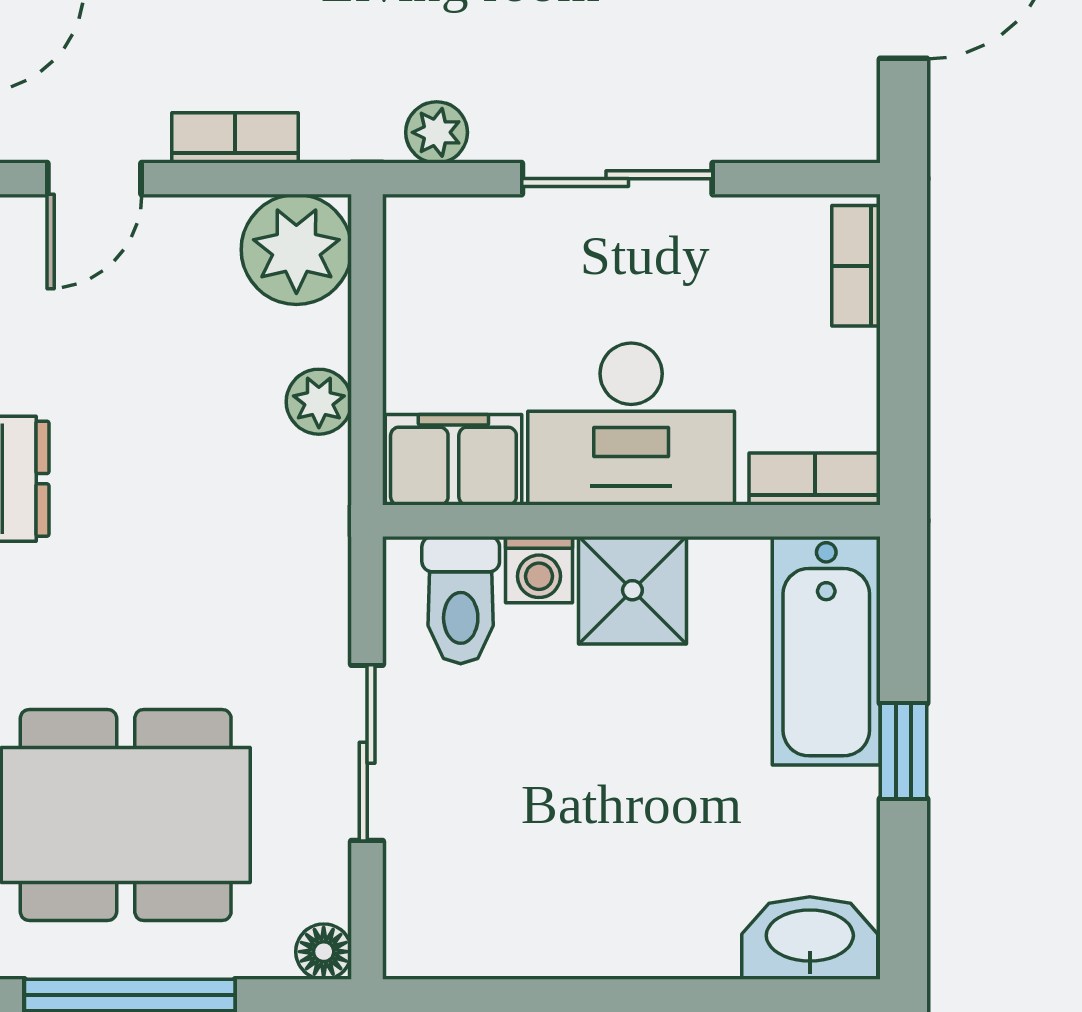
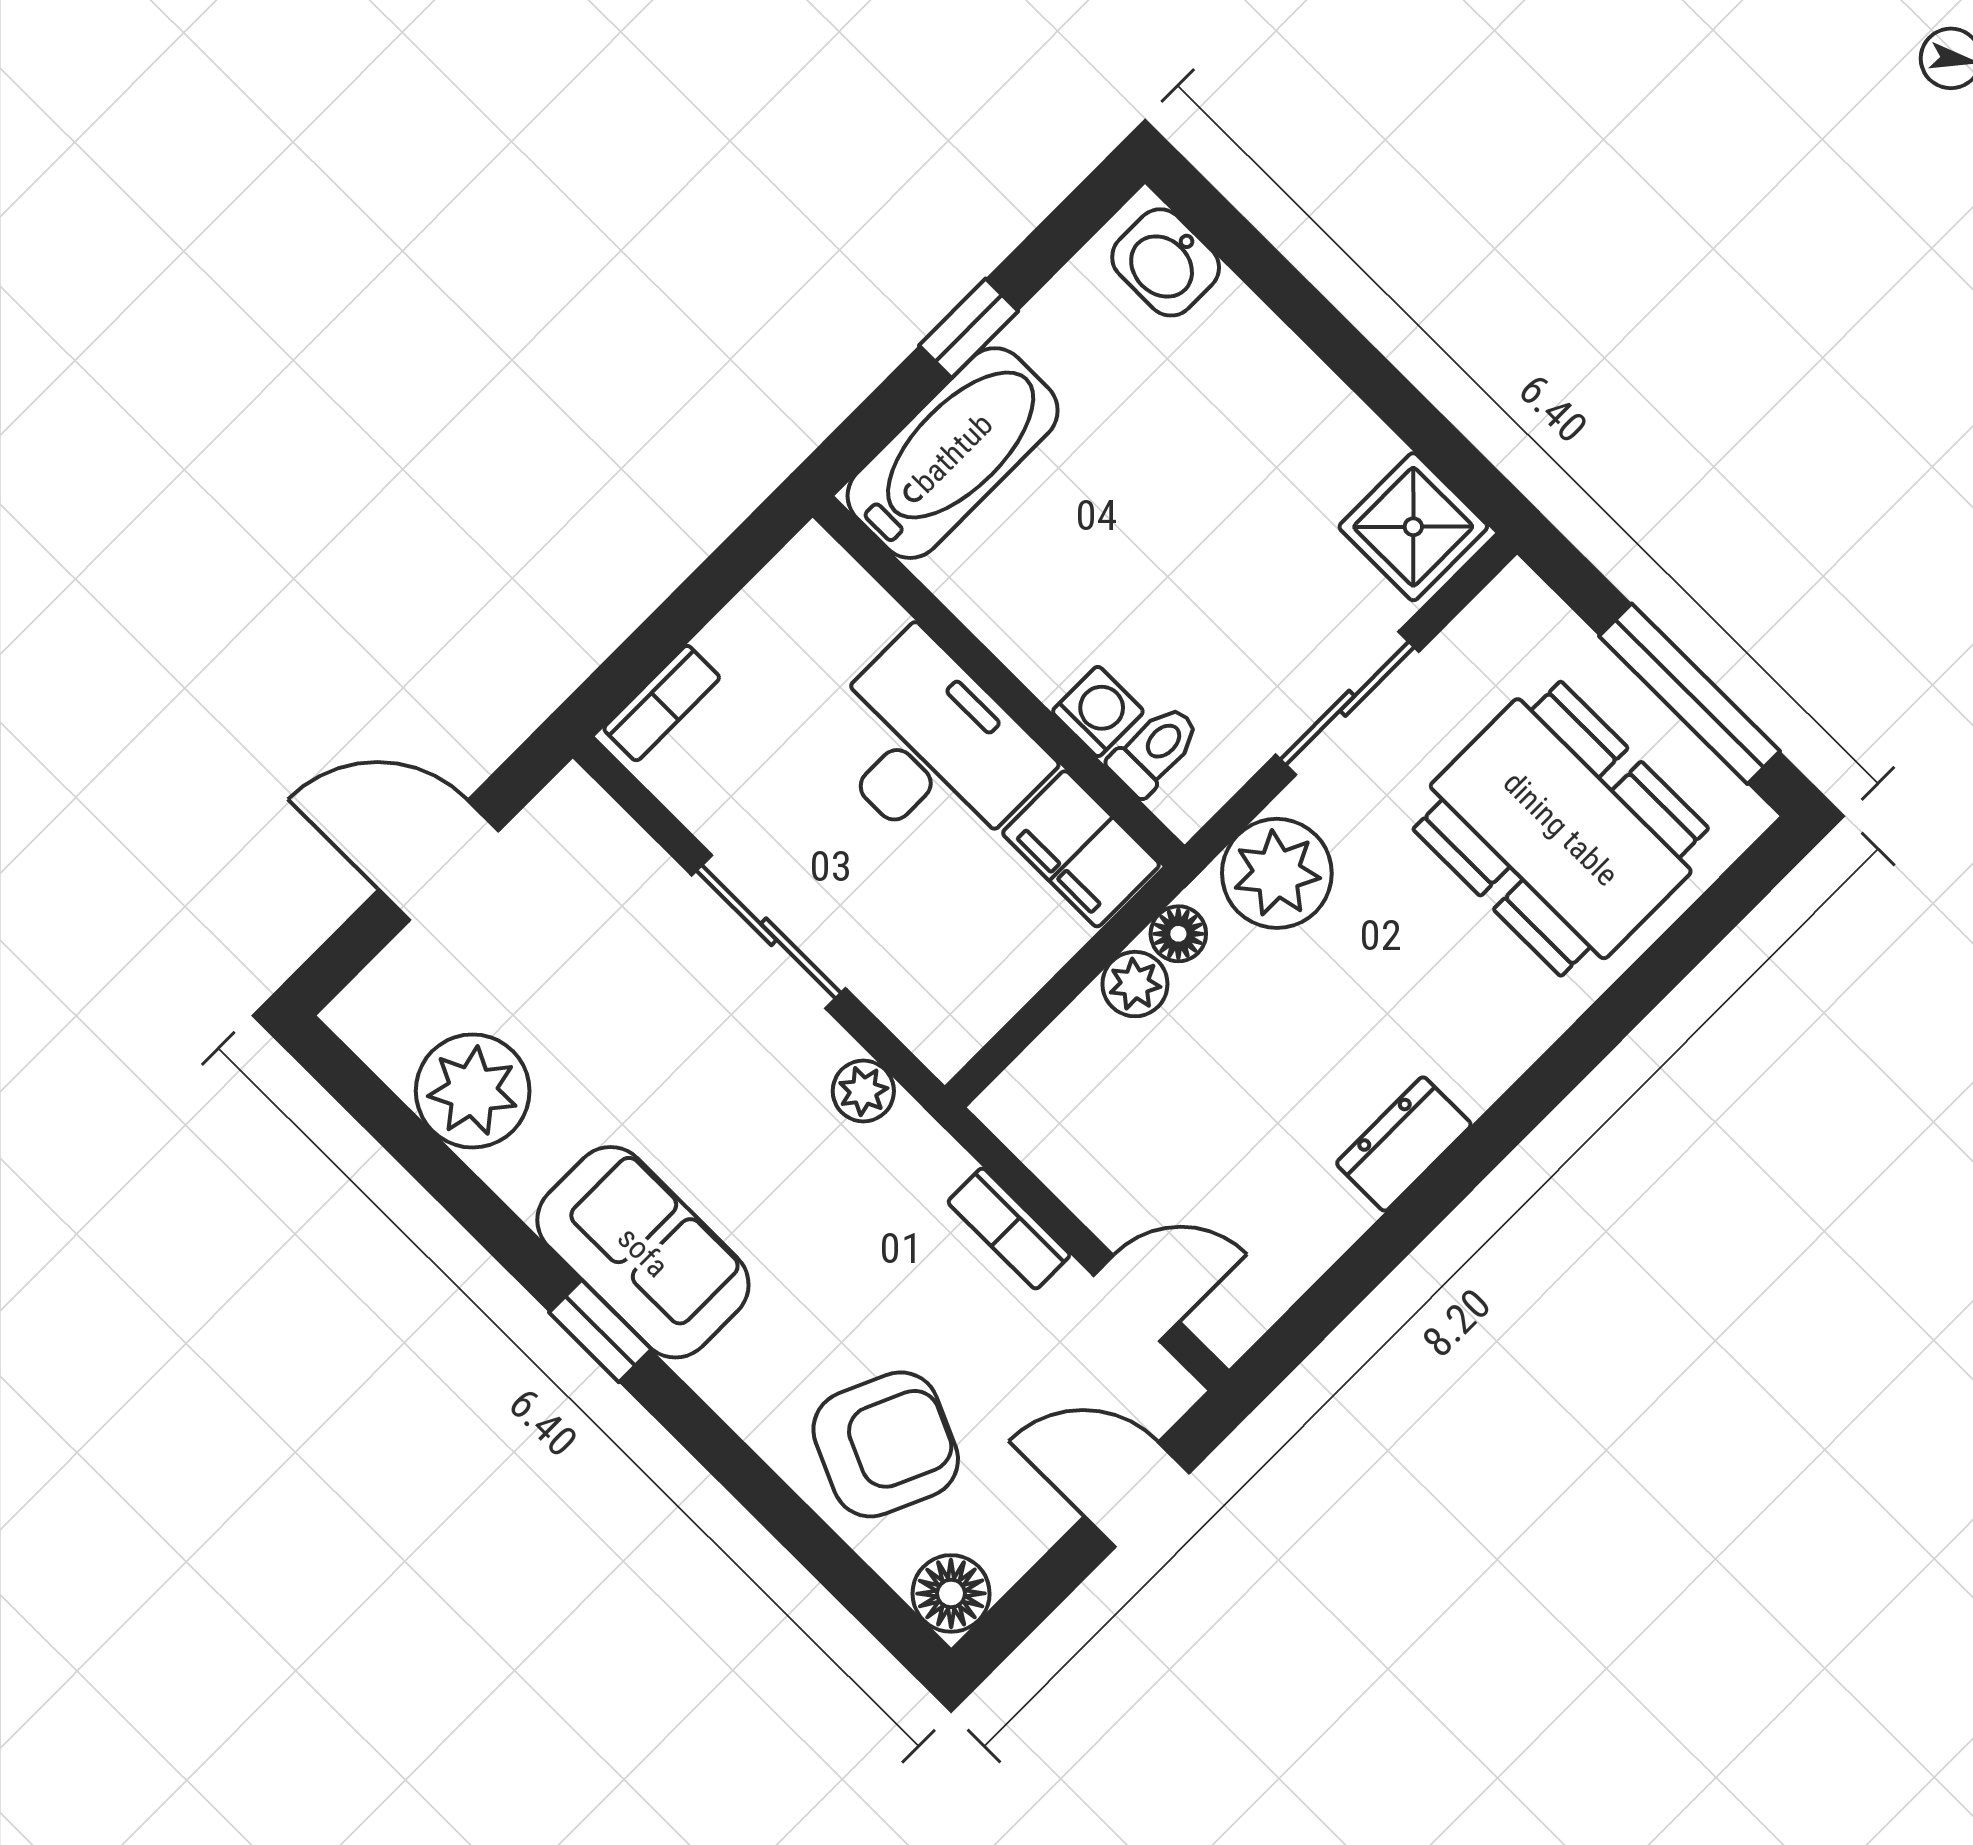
plant: (296, 250) -> (1277, 873), moved
bookcase: (815, 479) -> (840, 582), removed
shower: (632, 590) -> (1413, 527), moved
toilet: (461, 600) -> (1154, 750), width x0.73, depth x0.72
washbasin: (810, 938) -> (1166, 262), width x0.72
floor lamp: (324, 952) -> (1178, 934), moved

